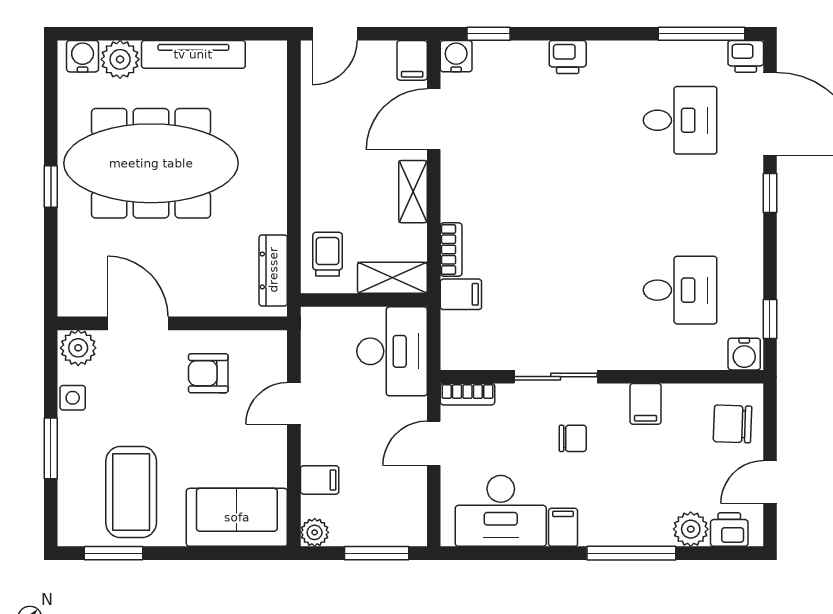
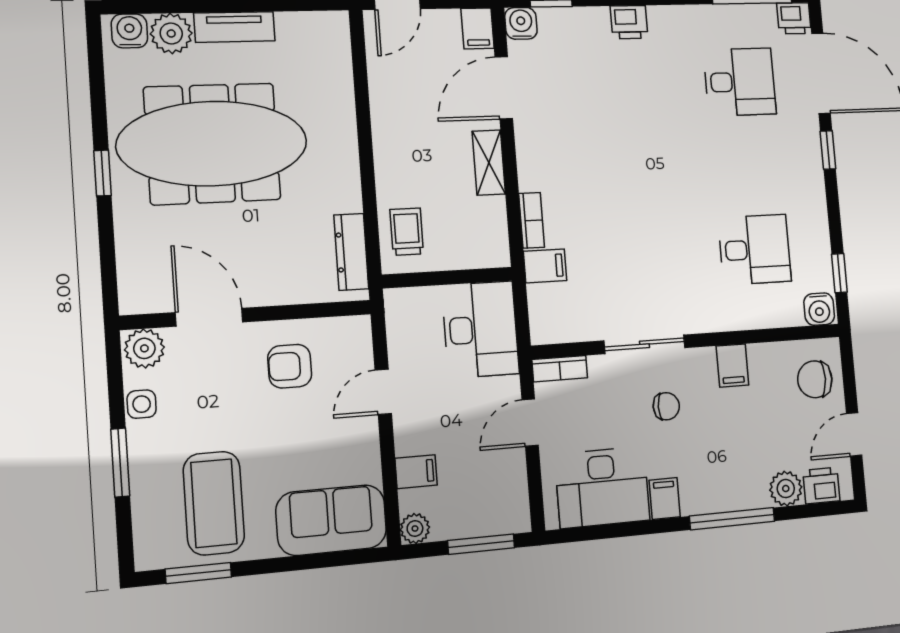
tv unit: (193, 54) -> (234, 27), width x0.71
shelving: (392, 278) -> (475, 253), removed

